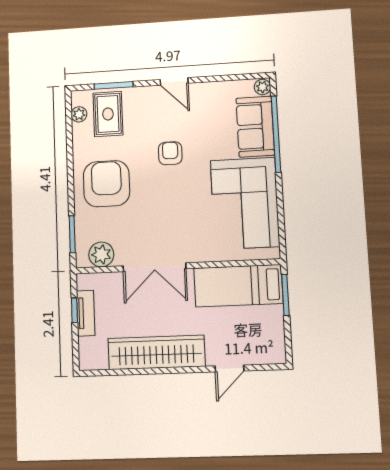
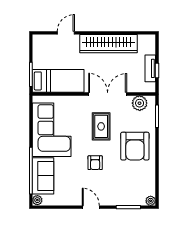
plant: (79, 114) -> (151, 201), moved
rug: (108, 114) -> (101, 126), moved

